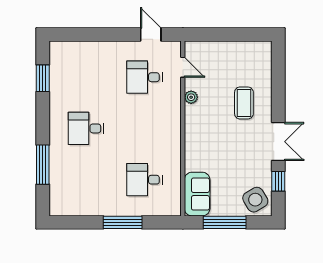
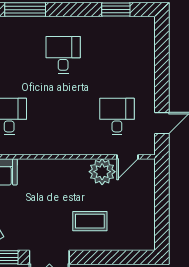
plant: (191, 97) -> (102, 172), width x1.87, depth x1.87

